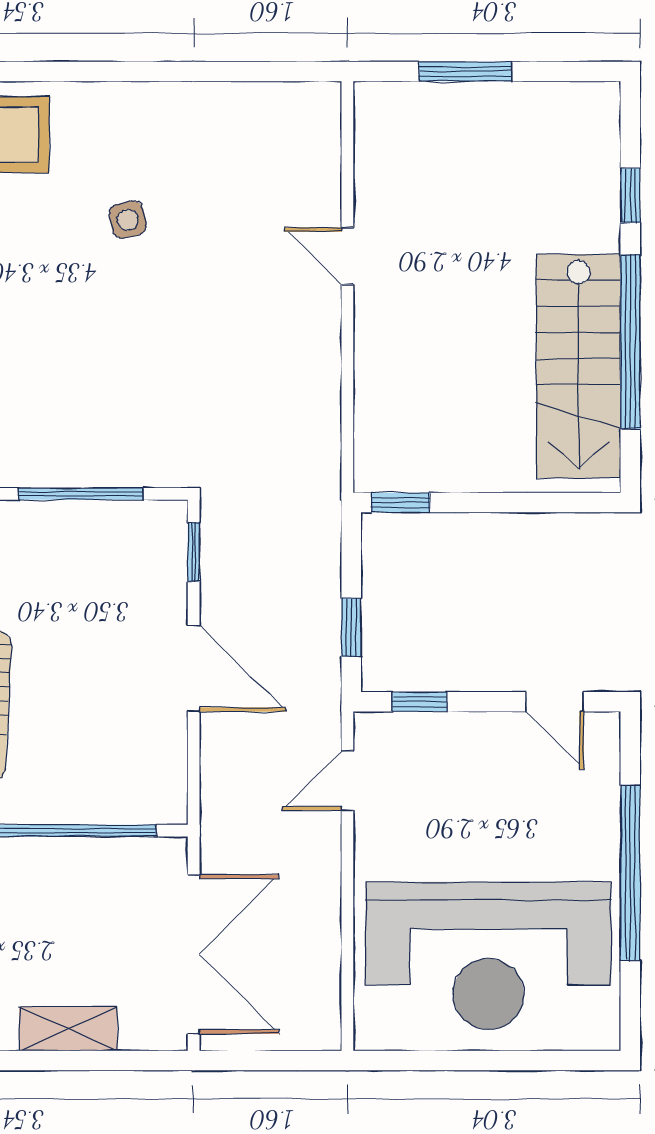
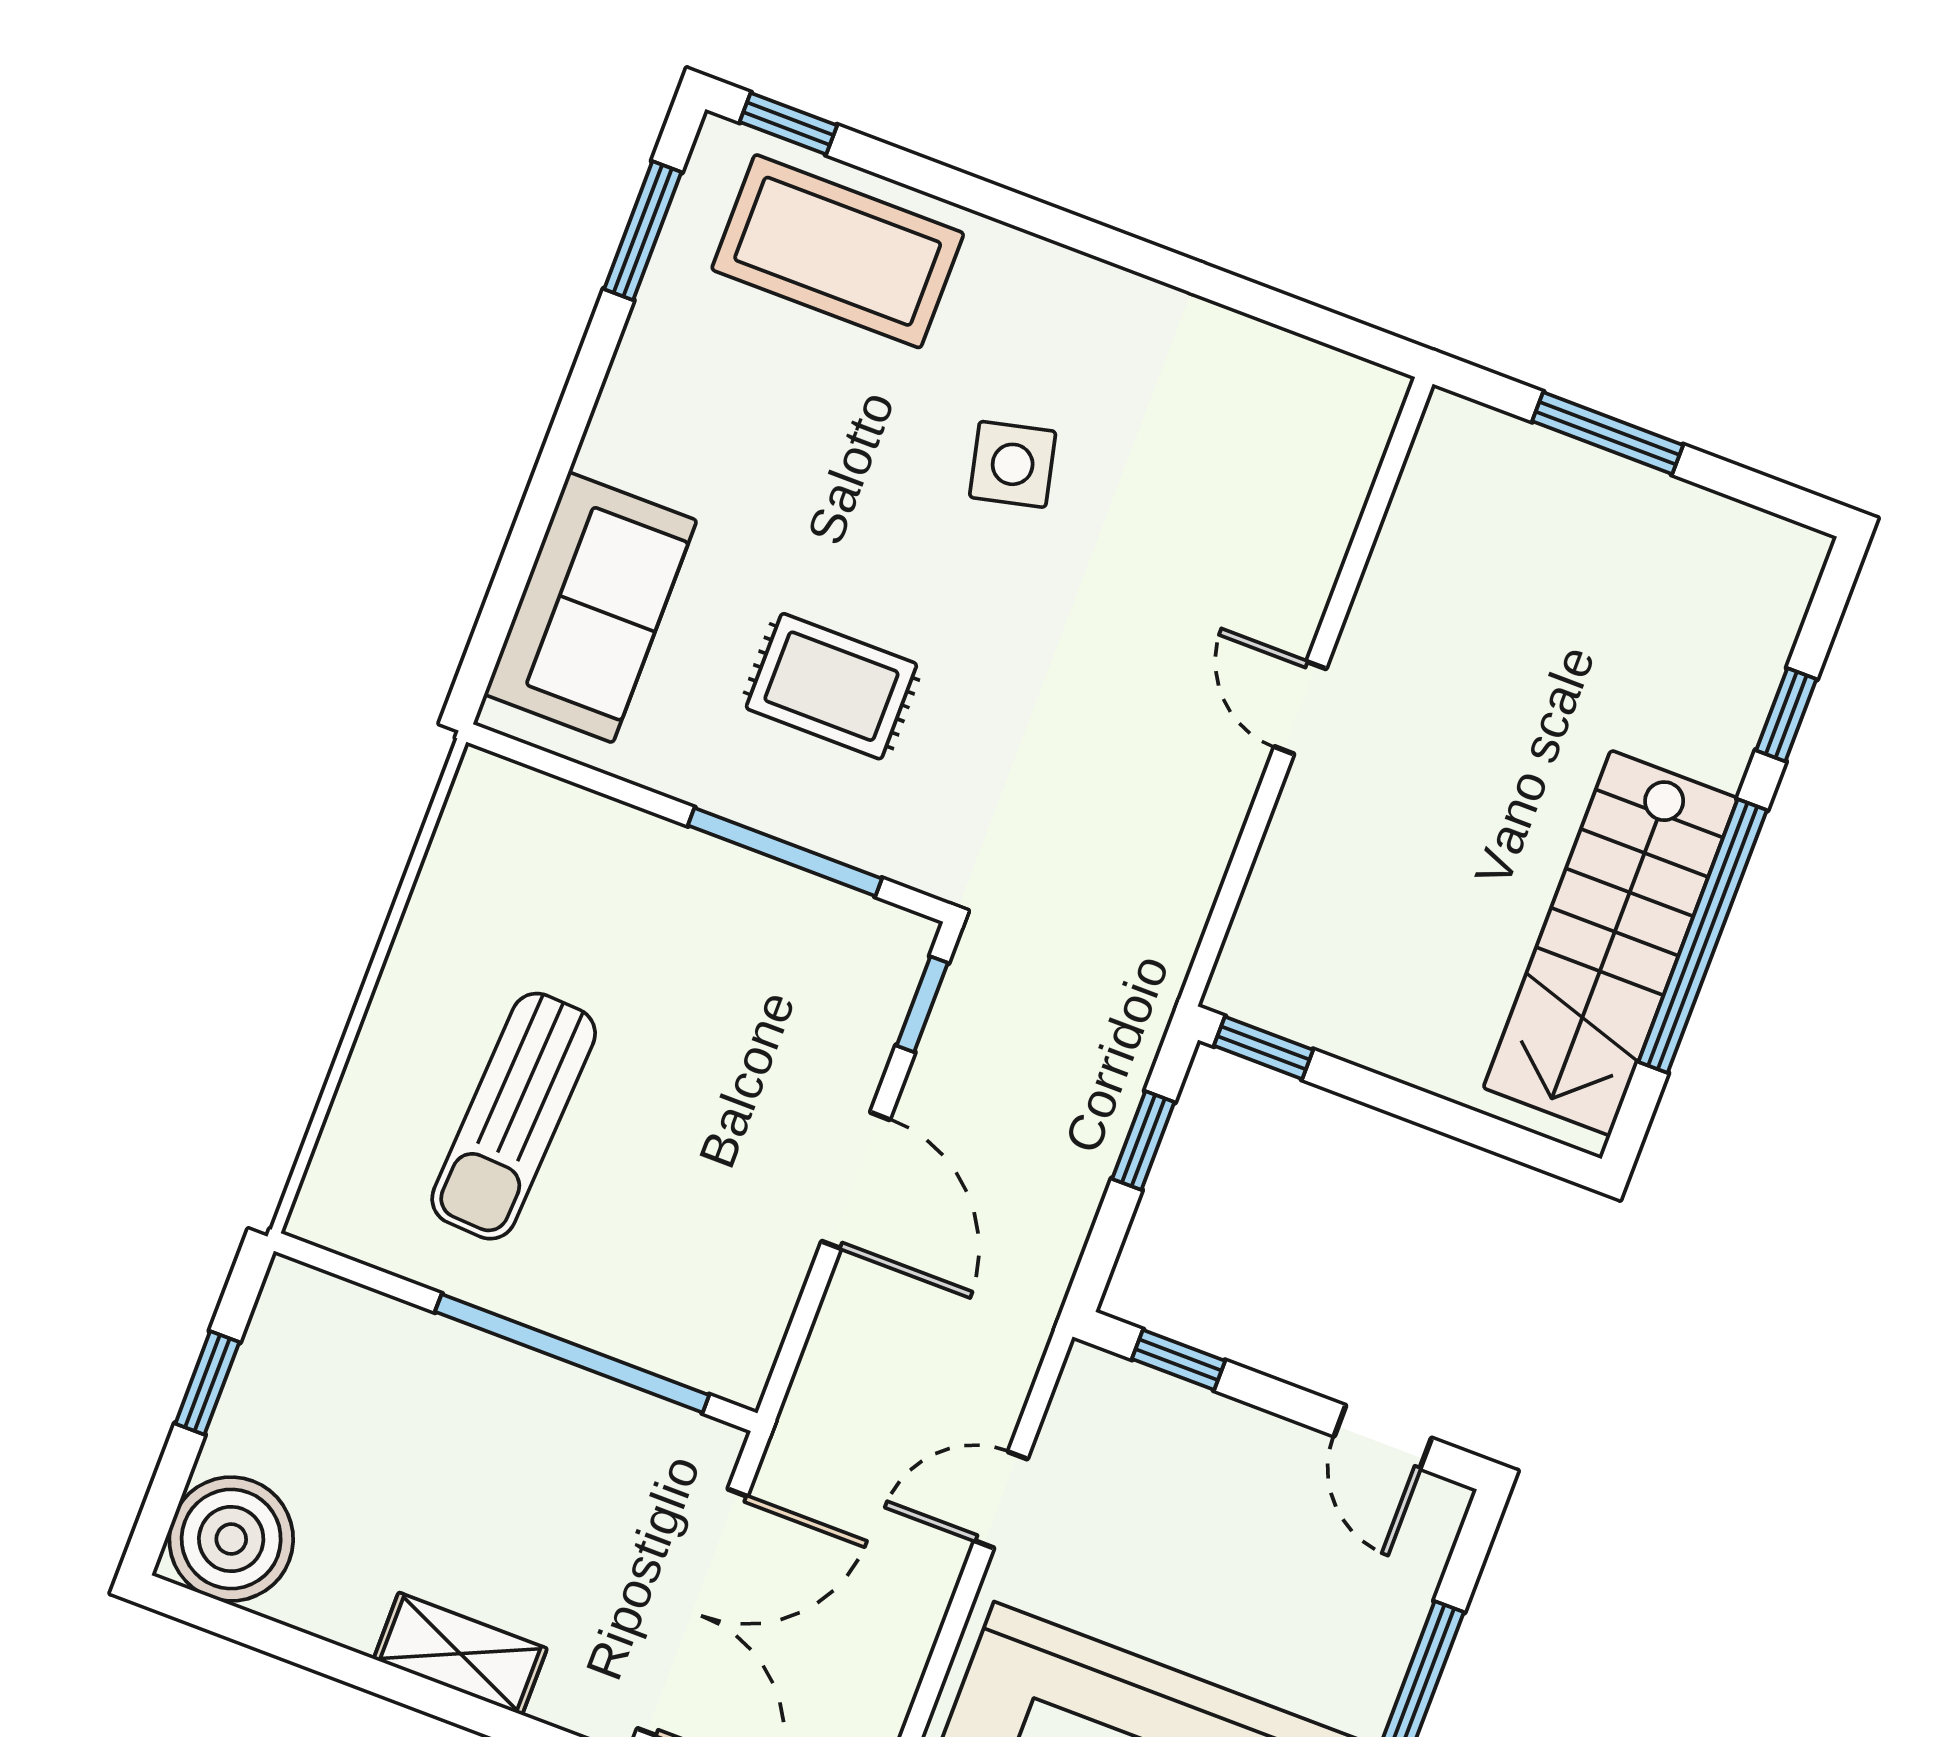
side table: (128, 220) -> (1013, 464), width x1.37, depth x1.37
door: (347, 256) -> (1300, 708), moved
rug: (71, 388) -> (831, 686), added
window: (351, 627) -> (1143, 1140), moved
door: (347, 781) -> (1001, 1500), moved

